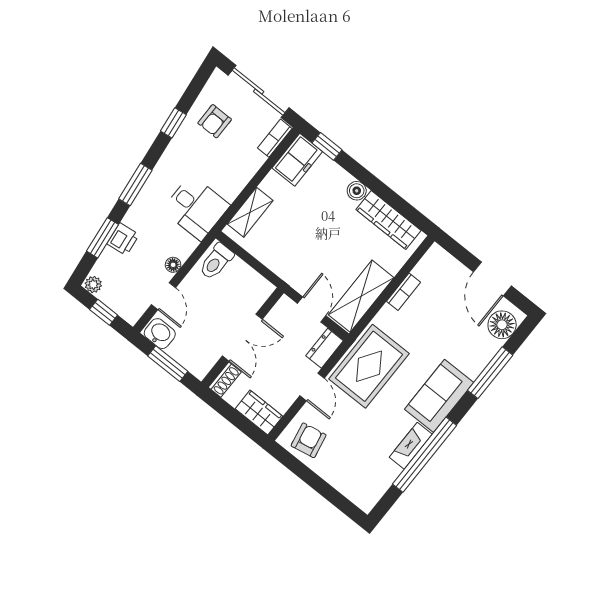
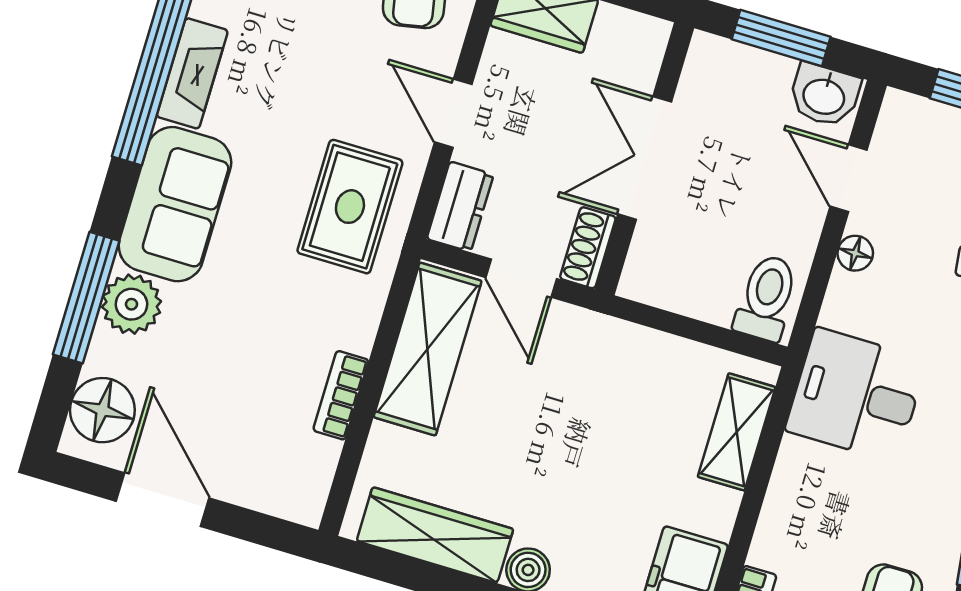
plant: (473, 363) -> (132, 304), added
rug: (369, 366) -> (350, 207), width x0.73, depth x0.70
shoe rack: (225, 380) -> (588, 248), moved

